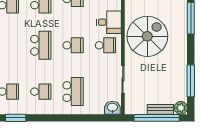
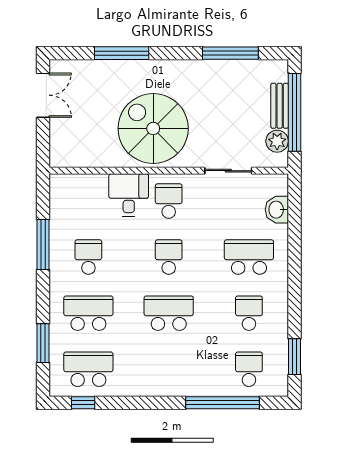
washbasin: (112, 108) -> (277, 210), moved
plant: (181, 108) -> (277, 141), moved

